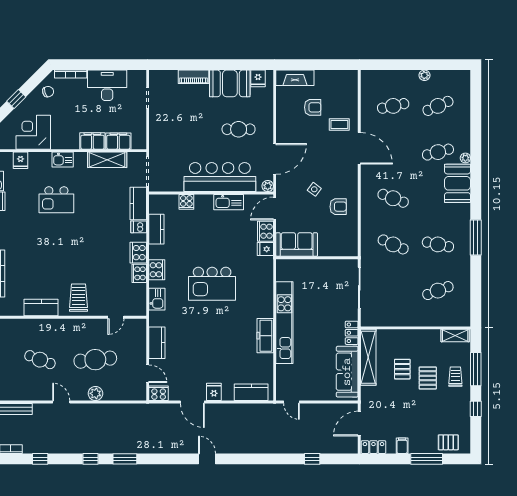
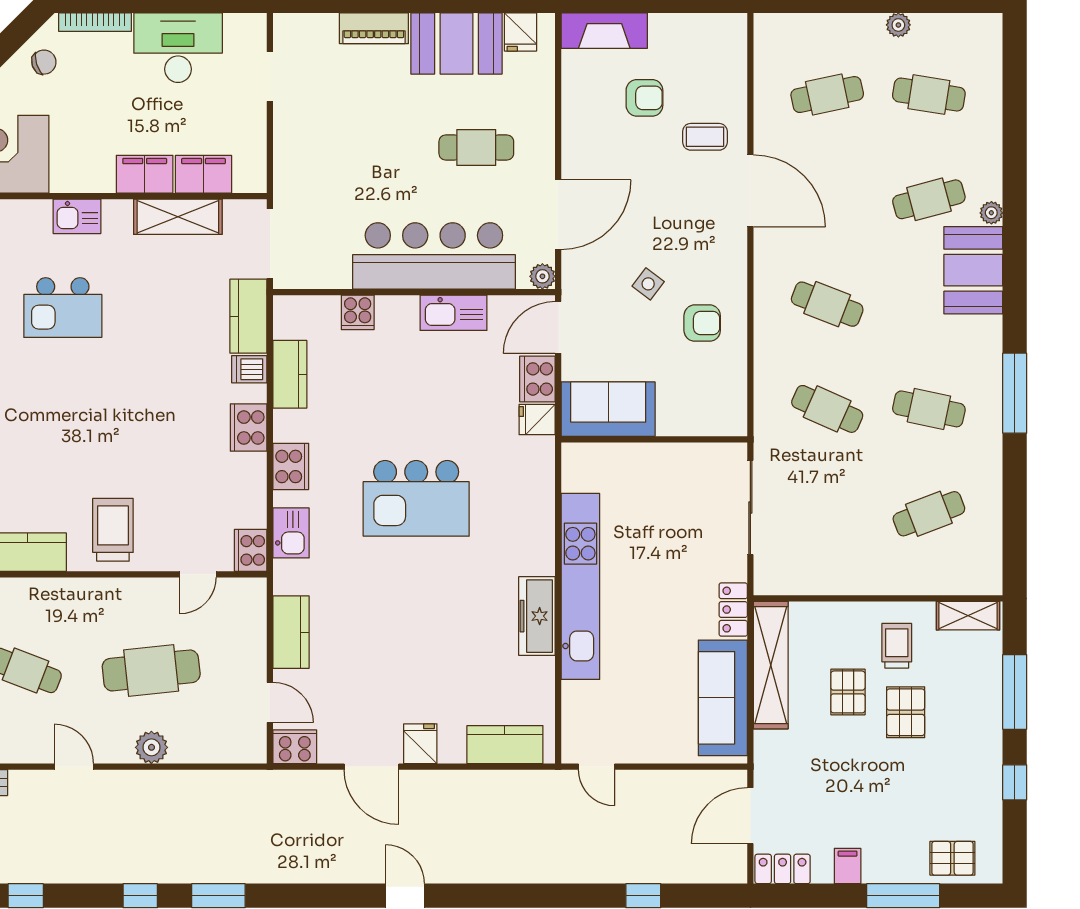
cafe table: (438, 106) -> (929, 95), turned 33
cooker: (139, 273) -> (251, 550), moved
trolley: (455, 377) -> (897, 646), moved

